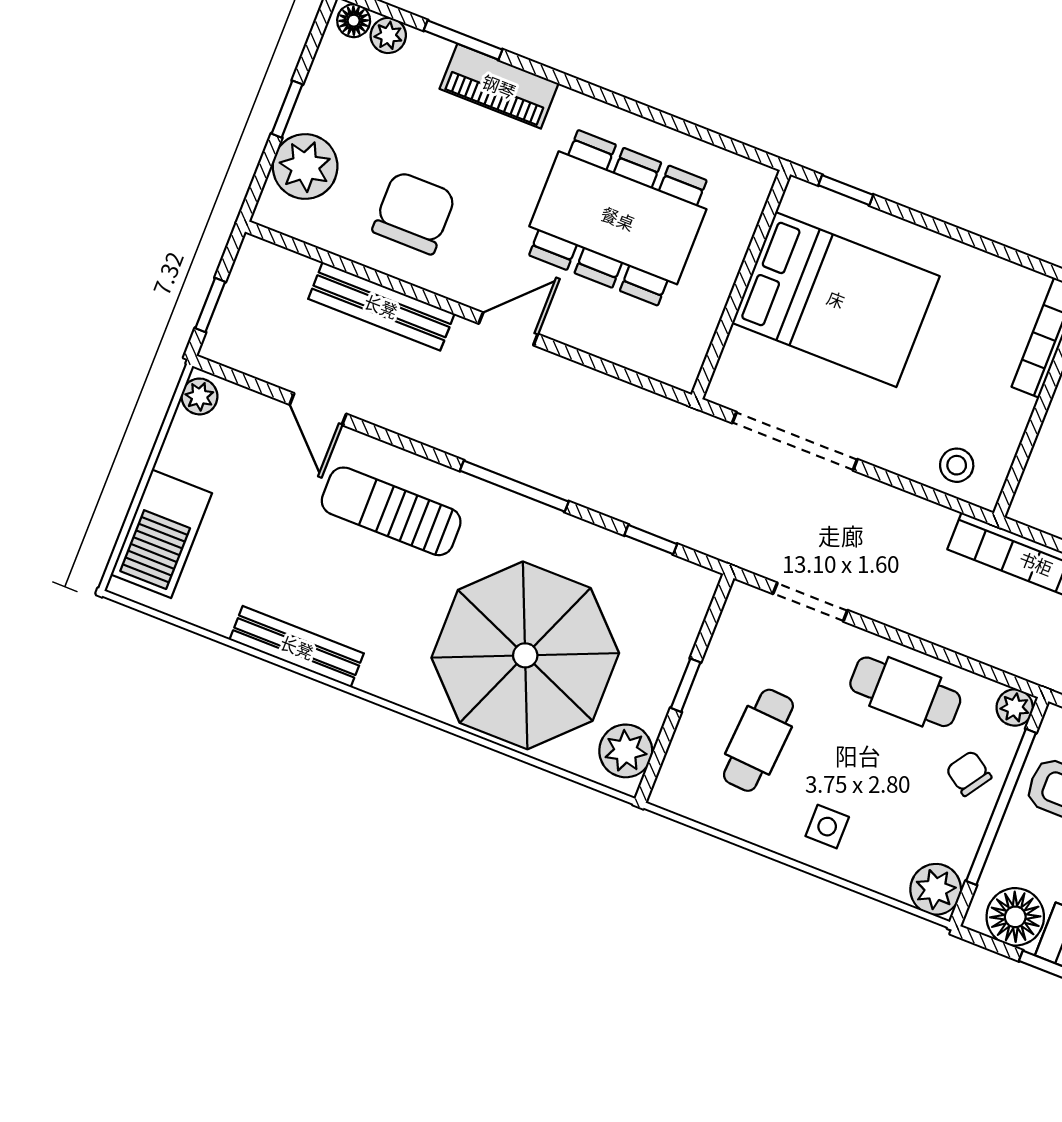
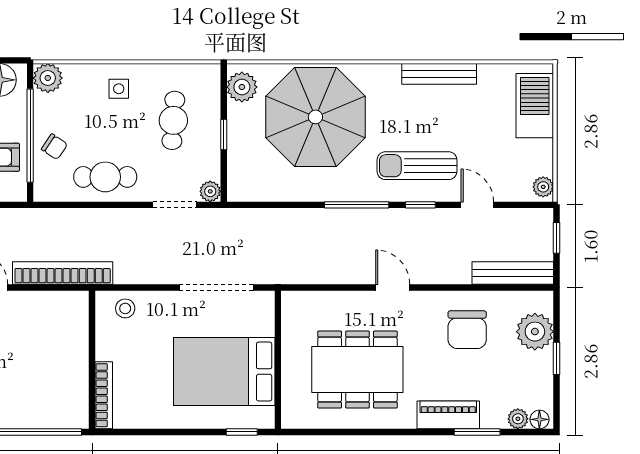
bench: (381, 306) -> (513, 273), moved
door: (508, 329) -> (393, 287), swing flipped
sun lounger: (391, 511) -> (417, 166), turned 180
window: (651, 540) -> (420, 205), moved
plant: (1015, 708) -> (210, 191), moved

